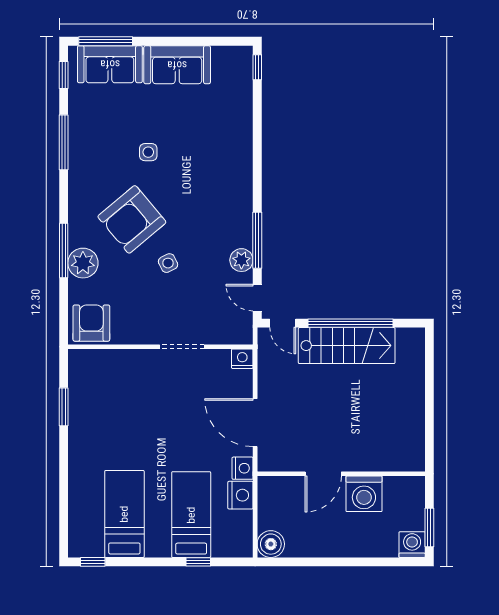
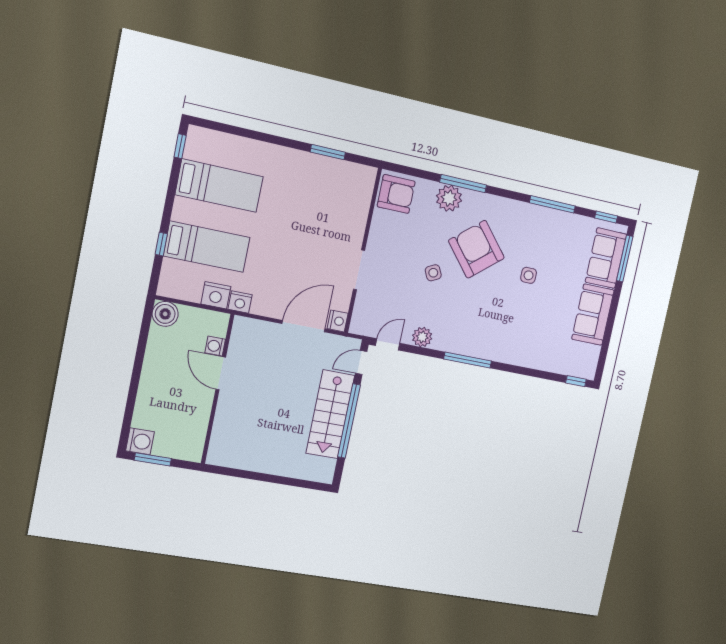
window: (257, 240) -> (468, 360), moved
door: (255, 423) -> (304, 326), moved
washing machine: (364, 494) -> (215, 346), moved, width x0.53, depth x0.53

